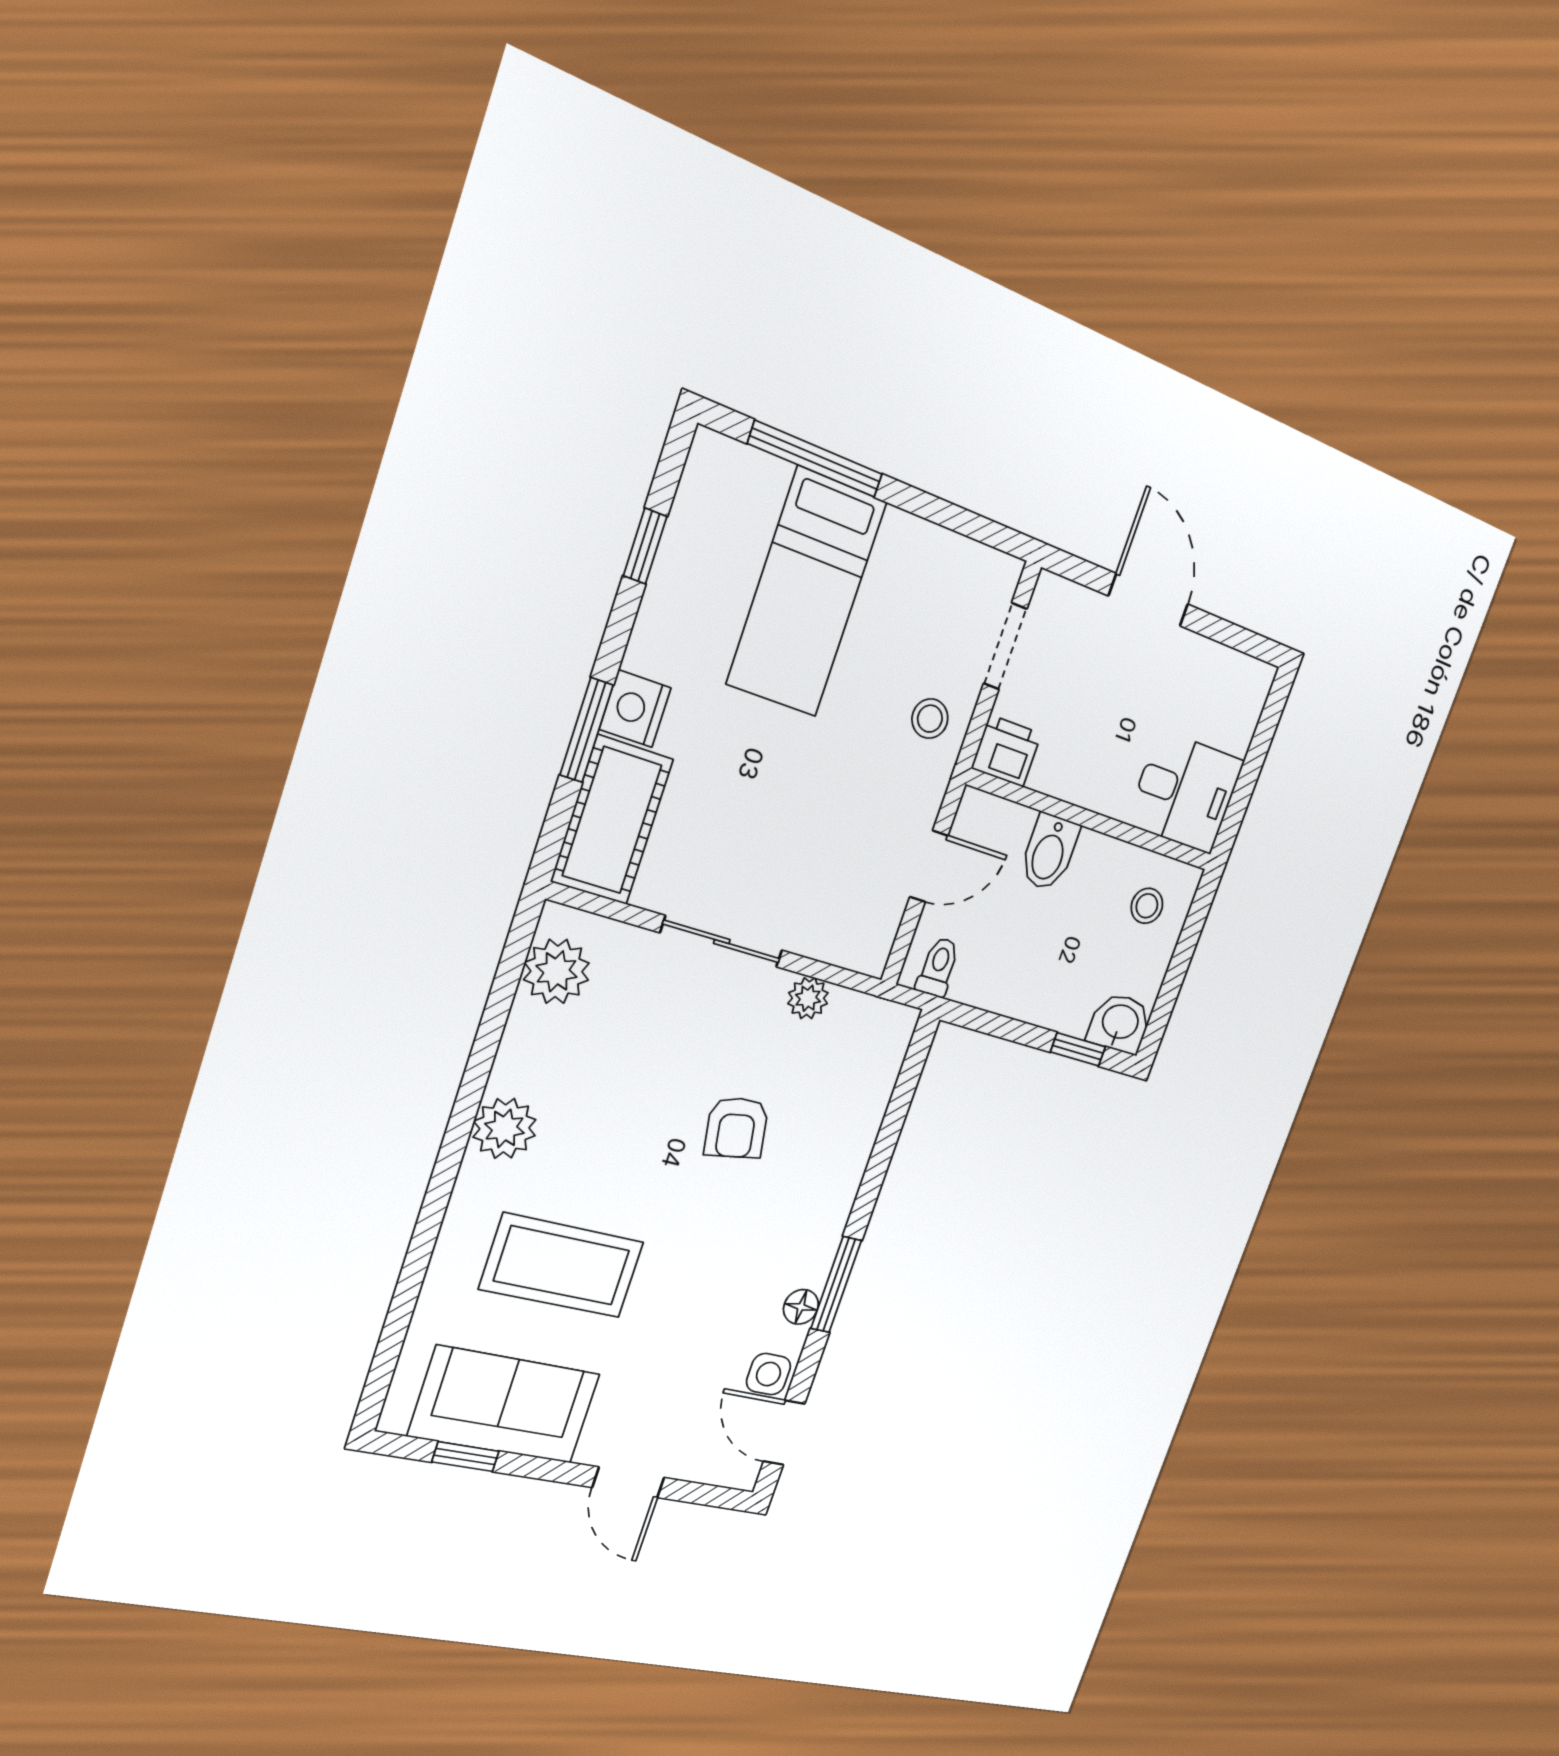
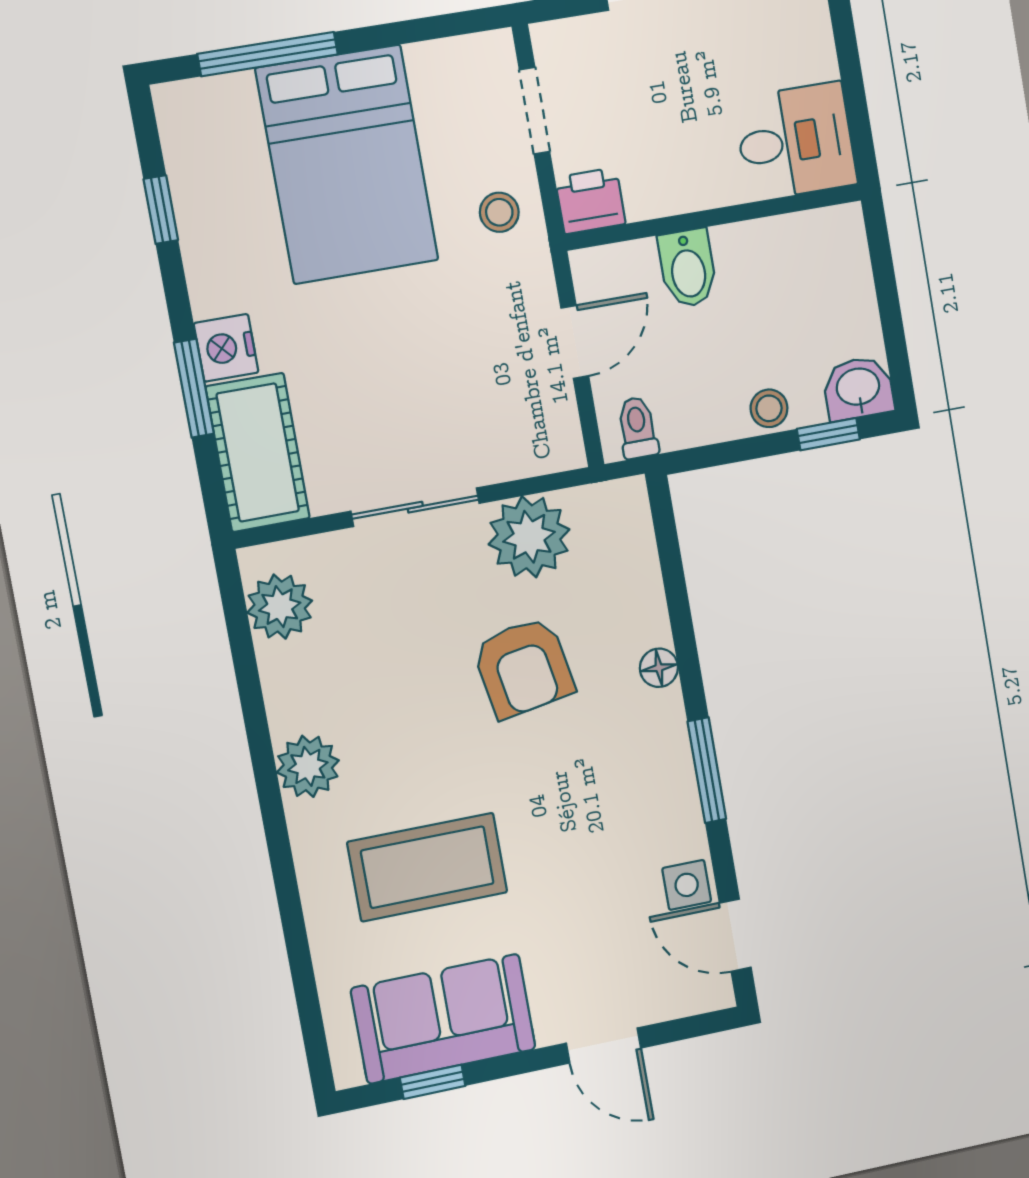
bed: (807, 593) -> (347, 164), width x1.50
stool: (1147, 906) -> (769, 408), moved
plant: (808, 998) -> (529, 537), width x1.87, depth x1.87
armchair: (736, 1128) -> (523, 667), width x1.38, depth x1.38
floor lamp: (801, 1307) -> (659, 668), moved

